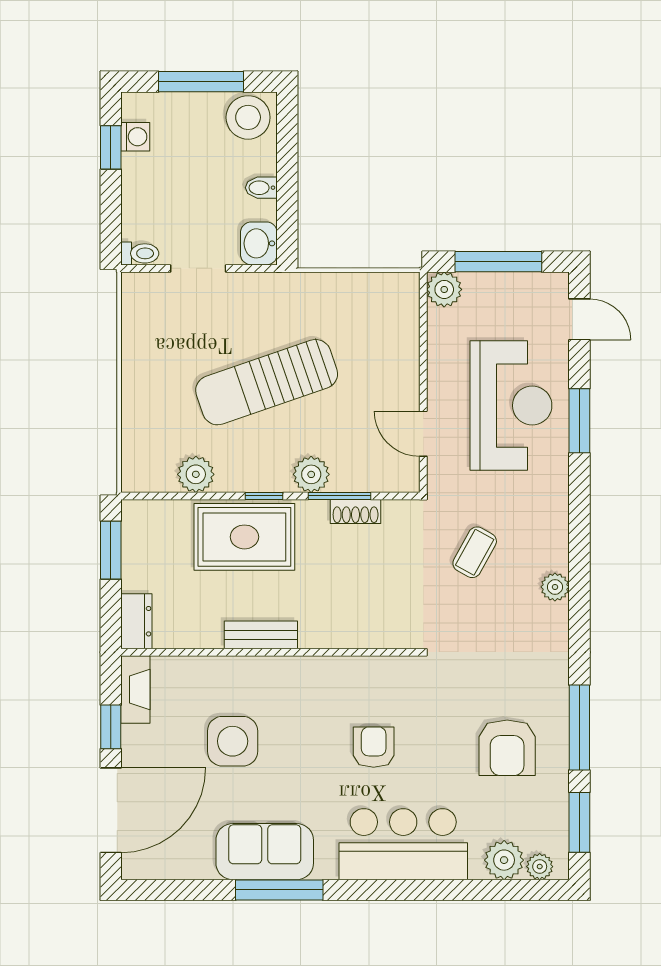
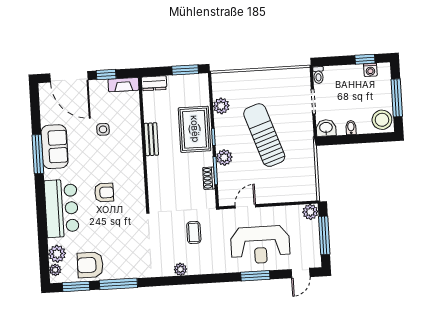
coffee table: (475, 552) -> (194, 232), turned 61
side table: (233, 741) -> (103, 129), width x0.54, depth x0.54
armchair: (507, 748) -> (90, 265), moved

